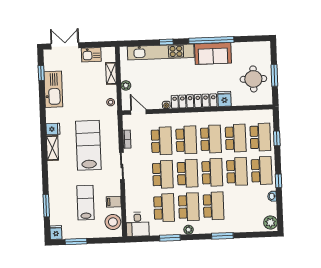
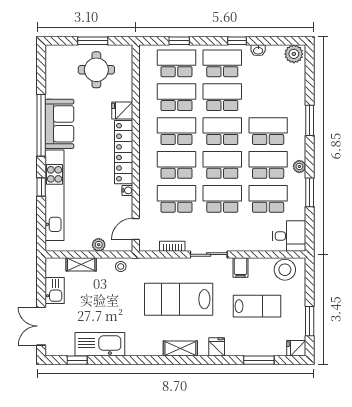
fridge: (53, 129) -> (217, 347), moved
filing cabinet: (114, 202) -> (240, 268), moved
lab bench: (85, 203) -> (257, 306), turned 180

